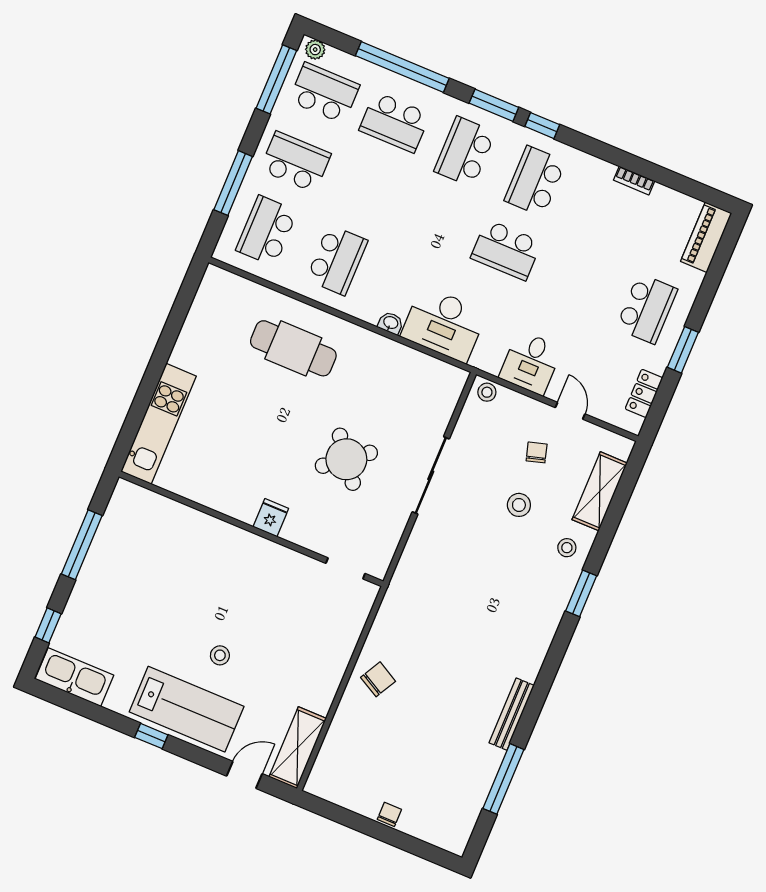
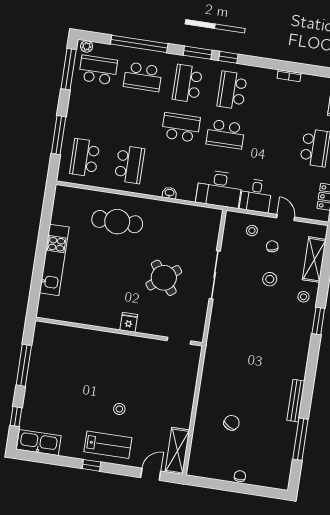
school desk: (295, 162) -> (181, 127), moved
desk: (444, 324) -> (219, 189), moved
stool: (487, 392) -> (252, 231), moved
kitchen unit: (159, 424) -> (54, 260), moved
chair: (378, 679) -> (232, 423), moved
lab bench: (187, 709) -> (108, 445), width x0.73, depth x0.72

